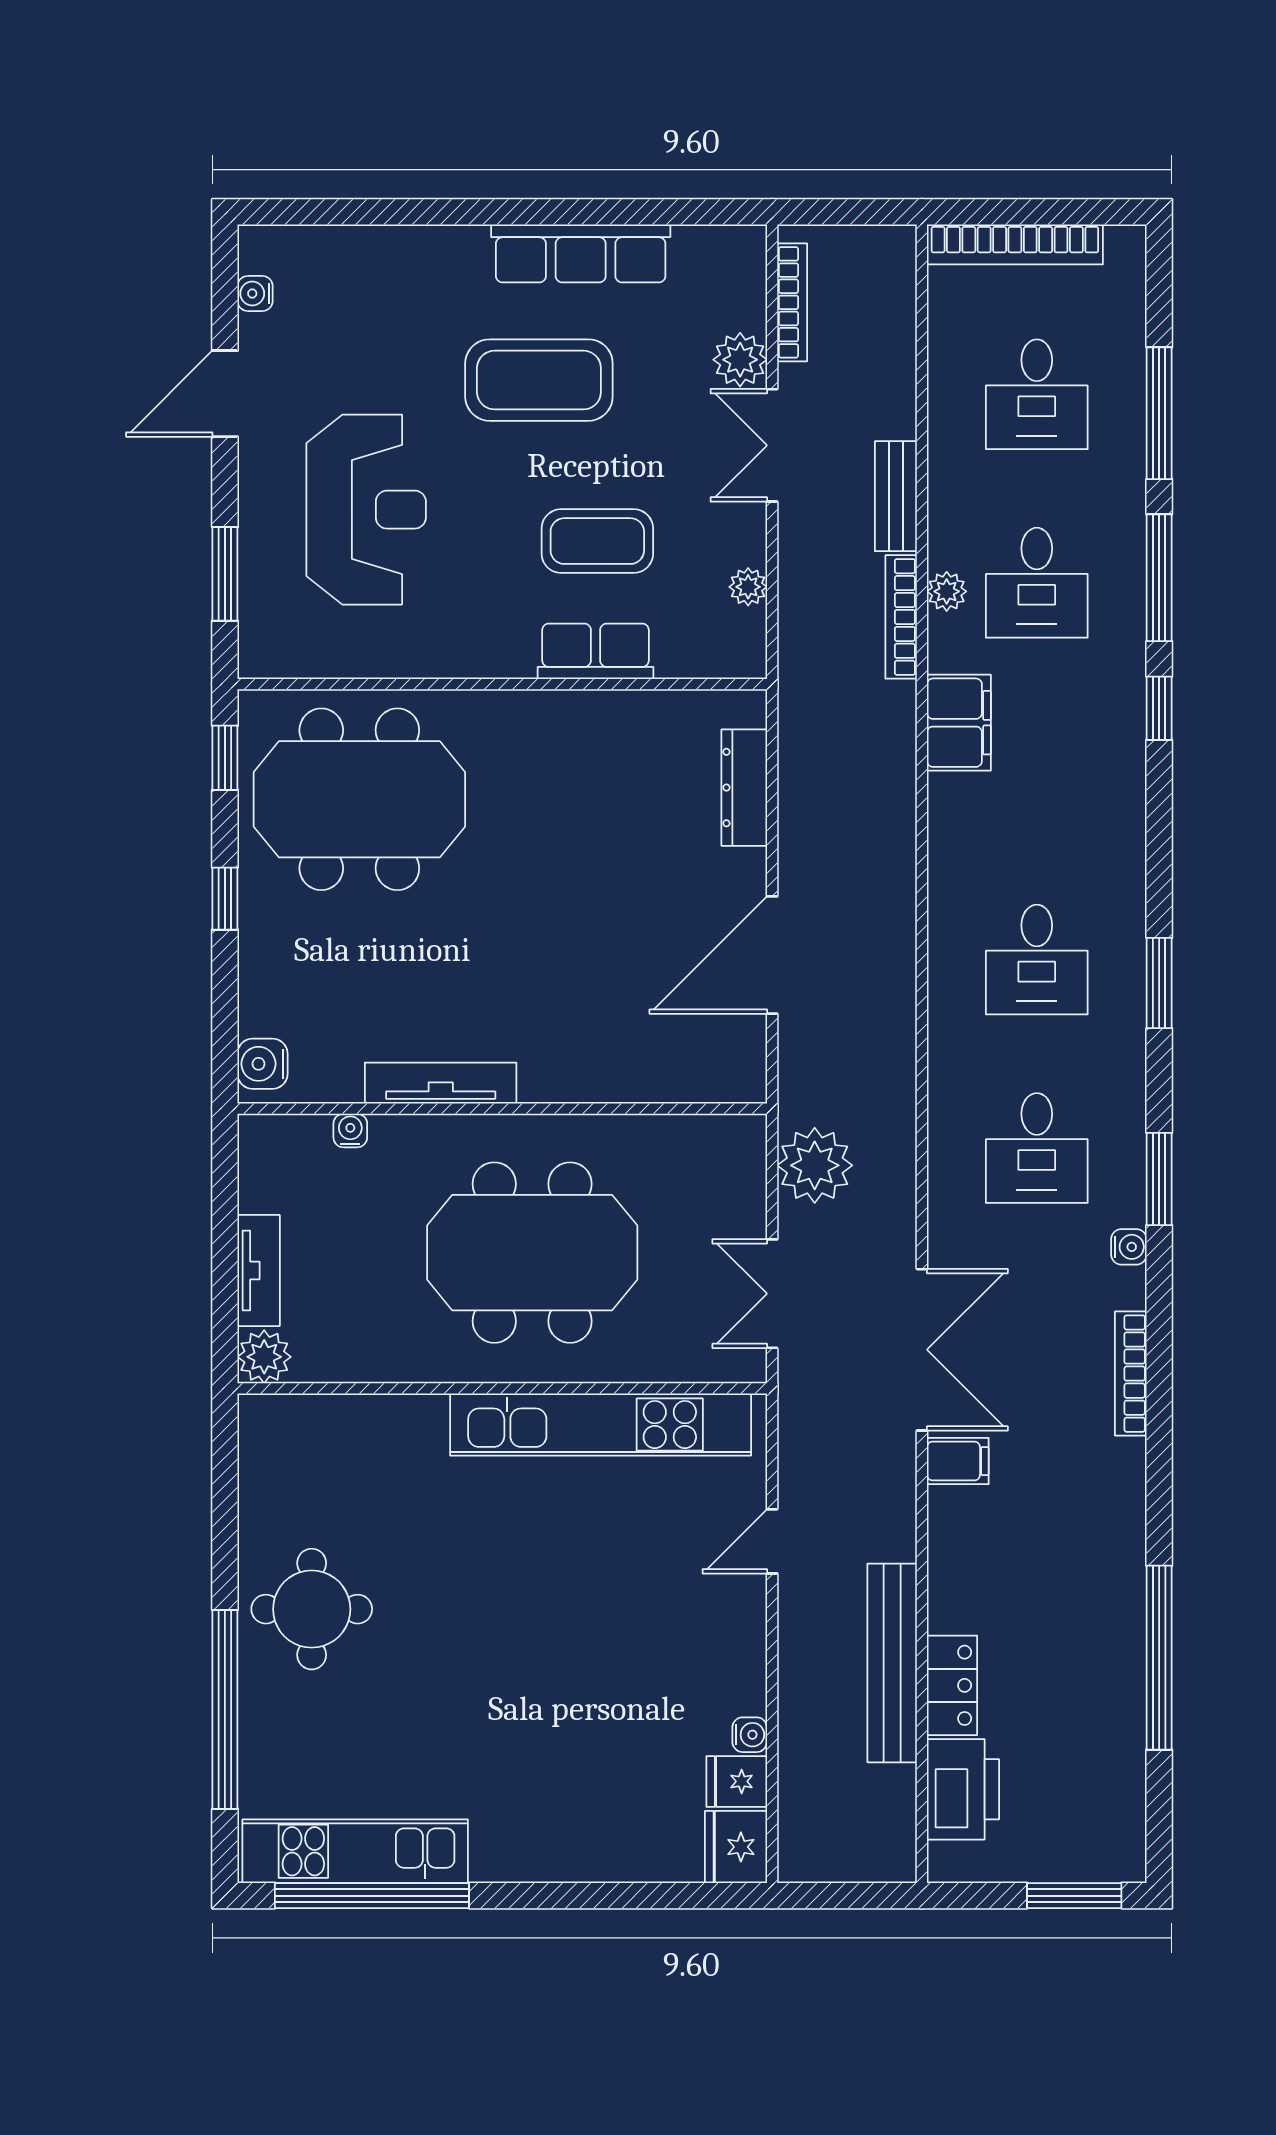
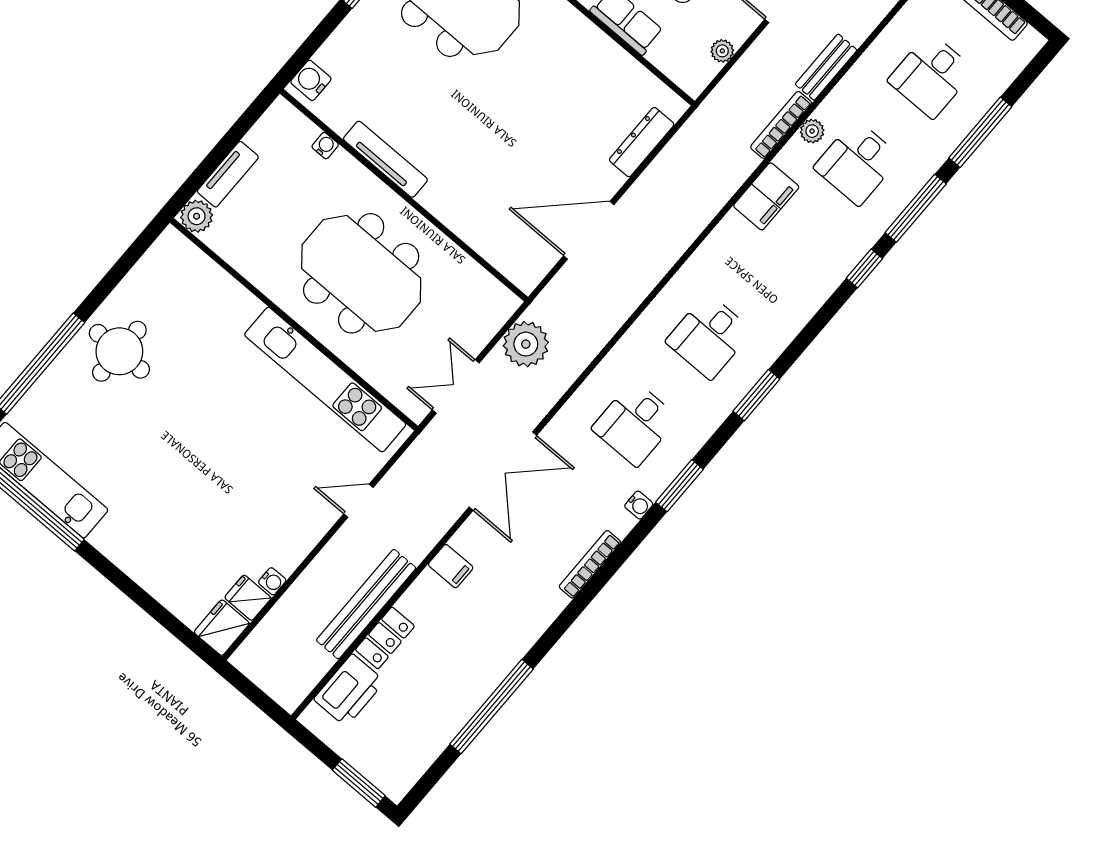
filing cabinet: (958, 1461) -> (451, 566), moved

